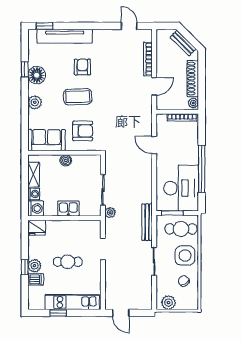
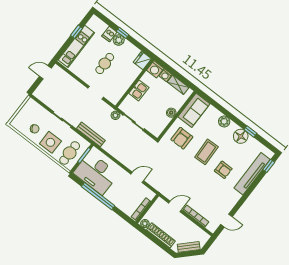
door: (154, 86) -> (175, 207), swing flipped
plant: (168, 303) -> (28, 108), removed

